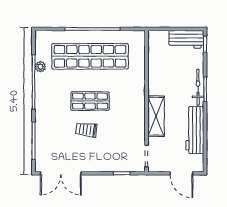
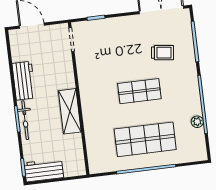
shop shelf: (90, 56) -> (145, 139), width x0.71
shelving: (156, 116) -> (70, 111), moved
trolley: (86, 130) -> (162, 53), moved
workbench: (195, 130) -> (24, 81), width x0.73

